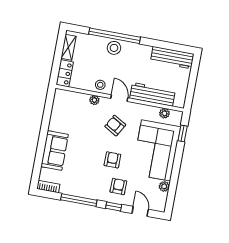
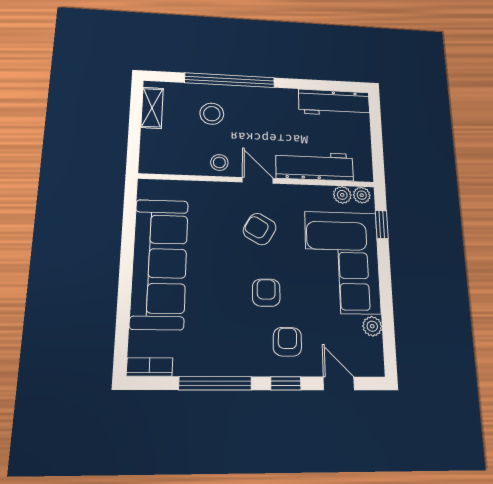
stool: (114, 48) -> (212, 114), moved
locker: (65, 73) -> (151, 152), removed
plant: (94, 100) -> (362, 195), moved
sofa: (55, 151) -> (159, 263), width x1.85, depth x1.27

